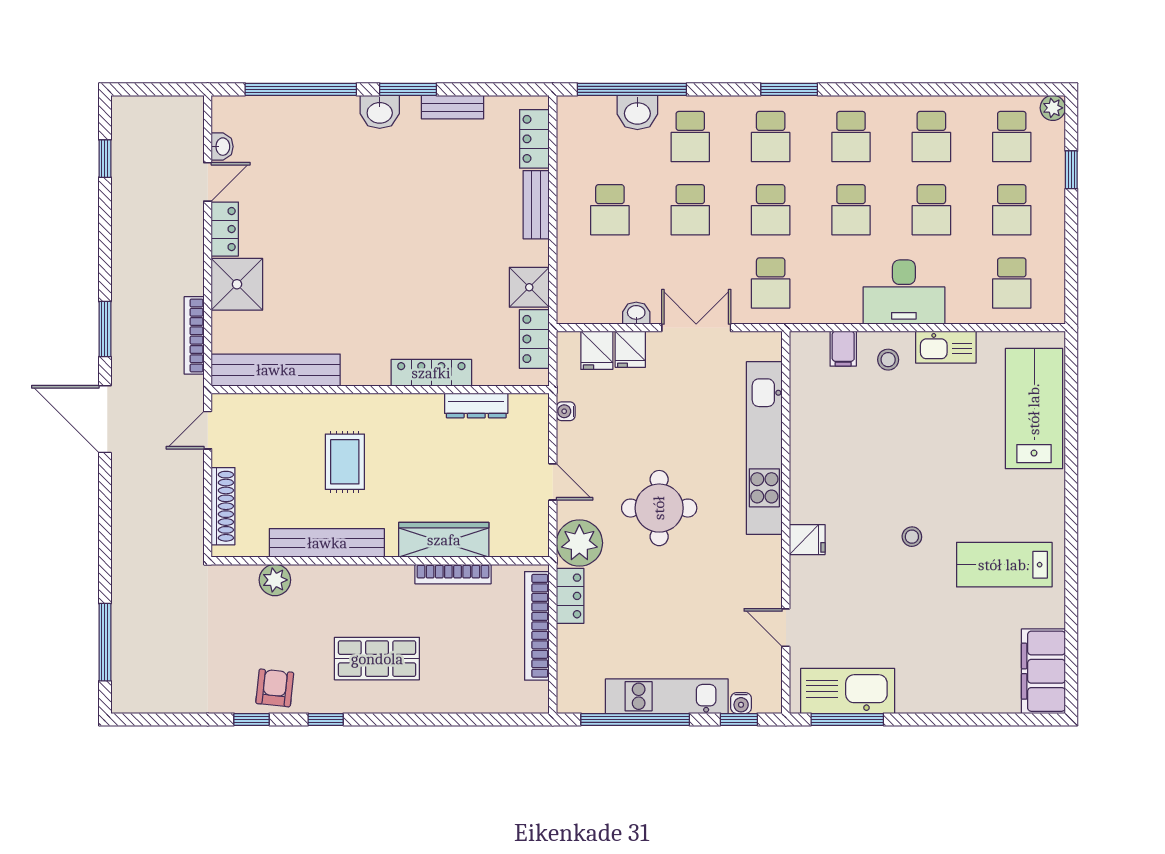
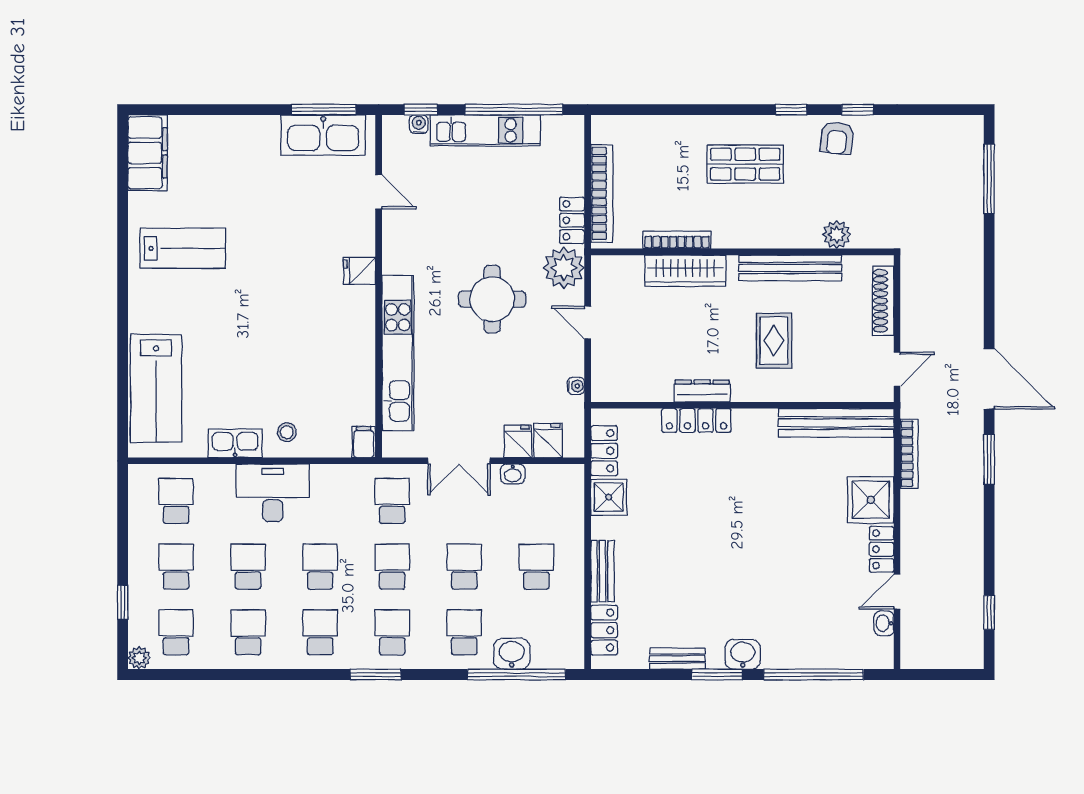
filing cabinet: (843, 349) -> (364, 442), moved
dresser: (476, 406) -> (702, 391), moved
stool: (912, 537) -> (266, 273), removed

